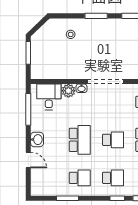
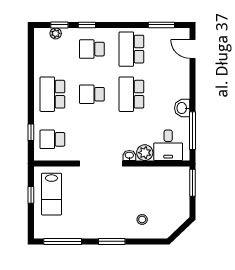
window: (28, 53) -> (193, 183), moved
washbasin: (37, 140) -> (182, 108), moved
door: (28, 160) -> (193, 49), moved
school desk: (80, 178) -> (131, 49), width x1.85
window: (68, 198) -> (161, 25), moved

